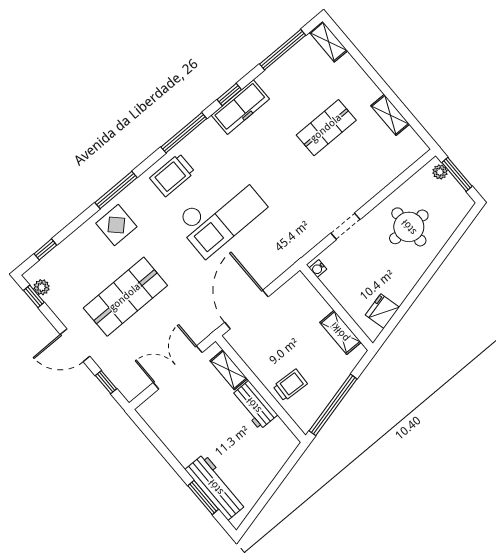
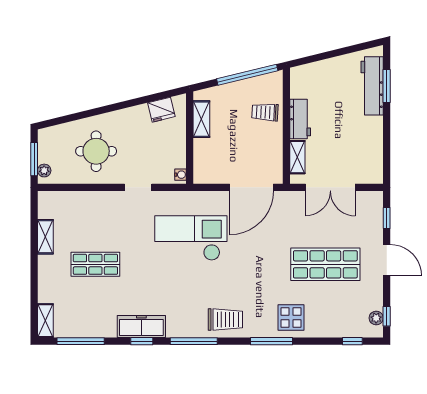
checkout: (221, 214) -> (191, 238), moved

